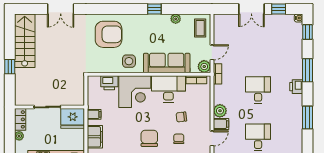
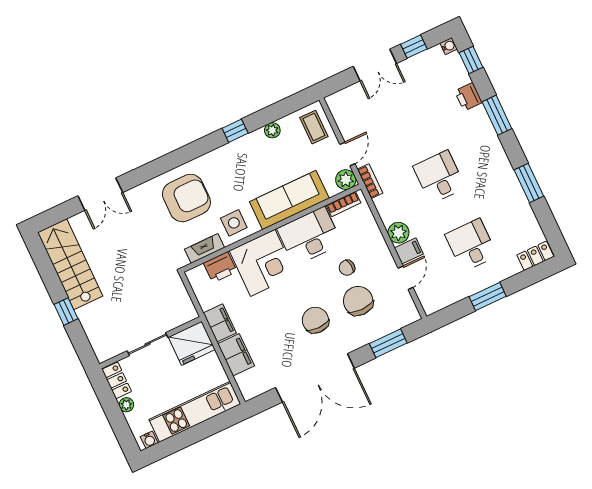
fireplace: (105, 68) -> (205, 248), added
printer: (296, 87) -> (468, 97), moved
filing cabinet: (94, 114) -> (220, 323), width x2.00
chair: (179, 139) -> (358, 301), width x1.87, depth x1.87

